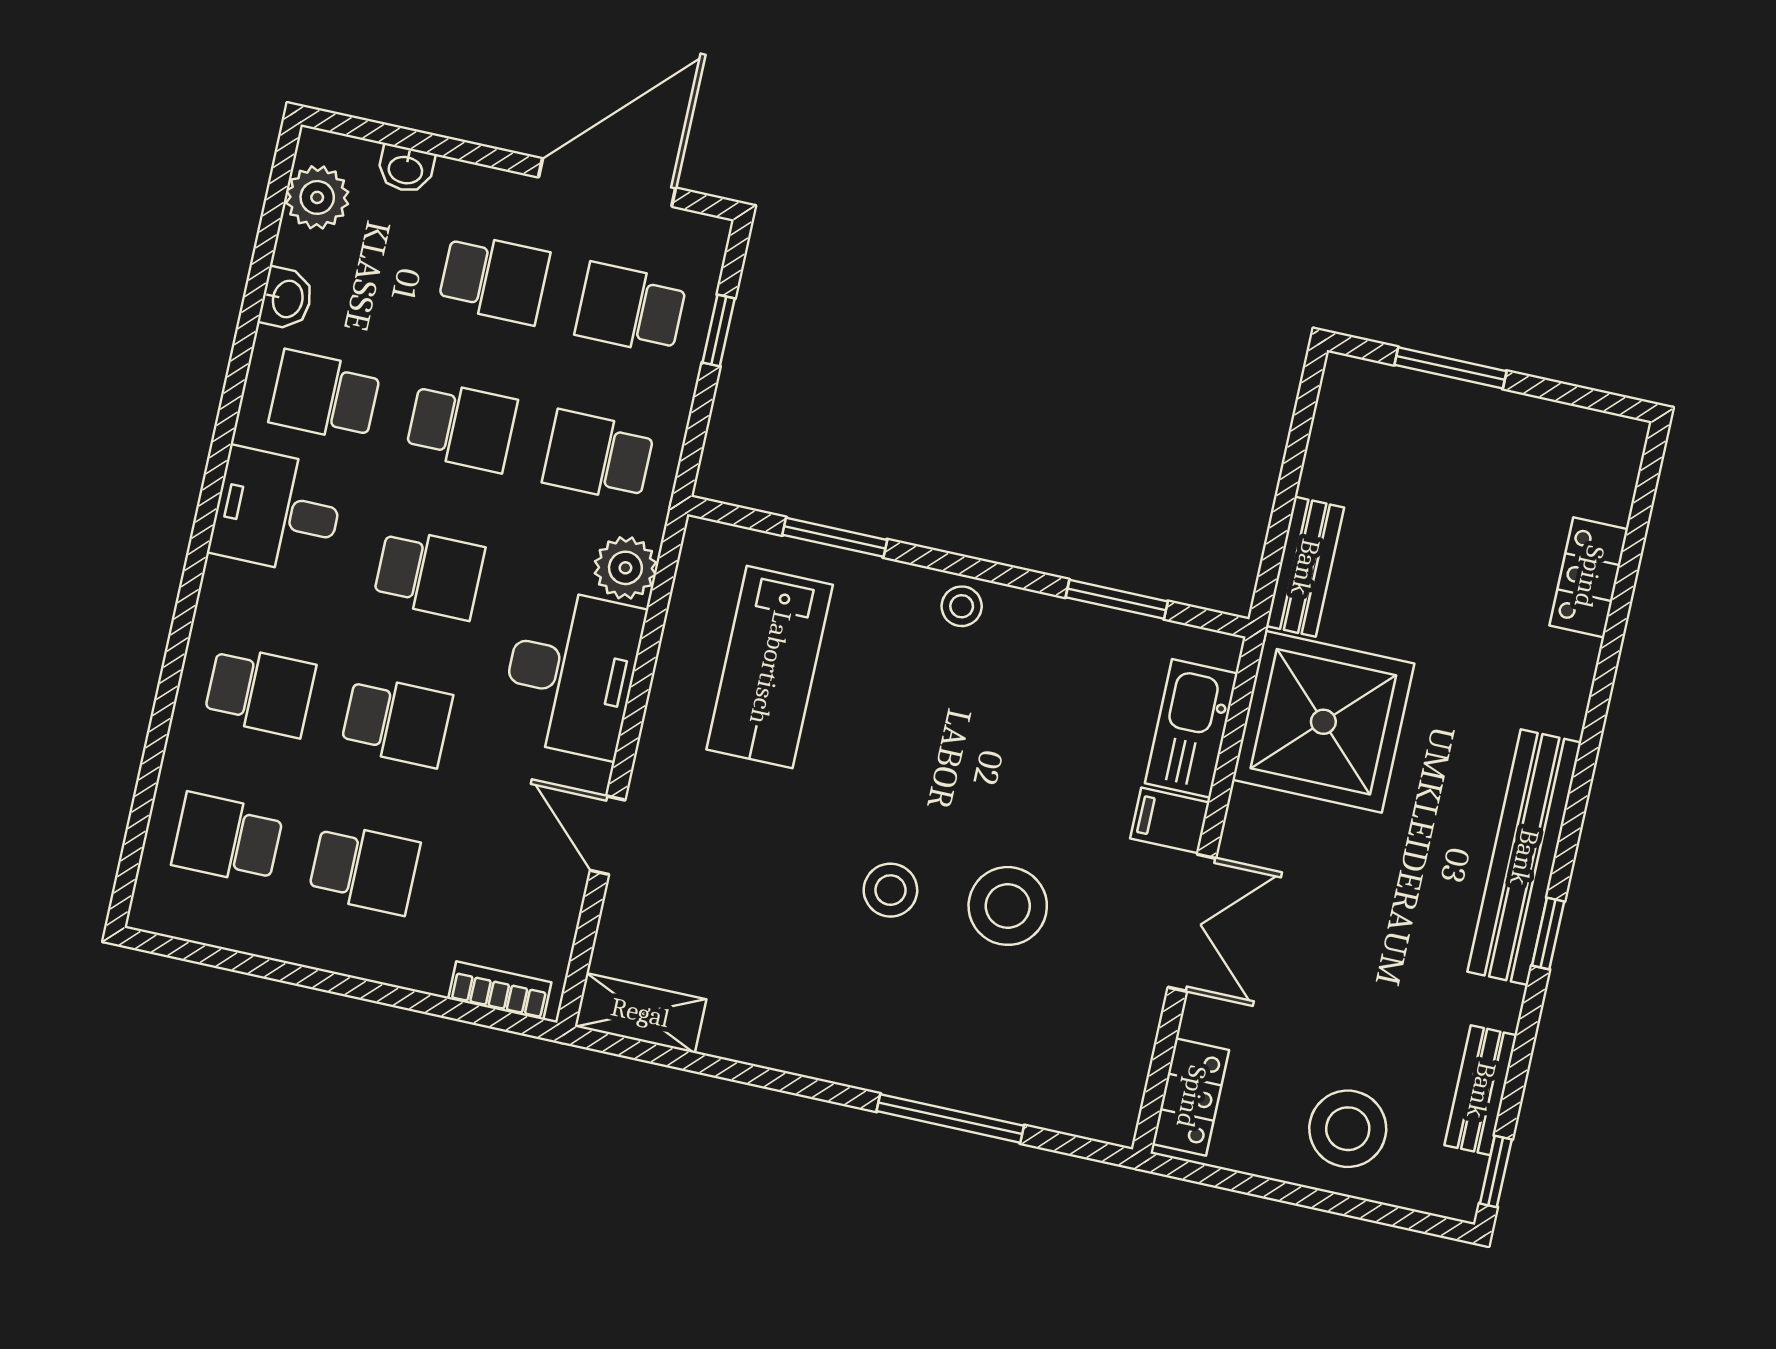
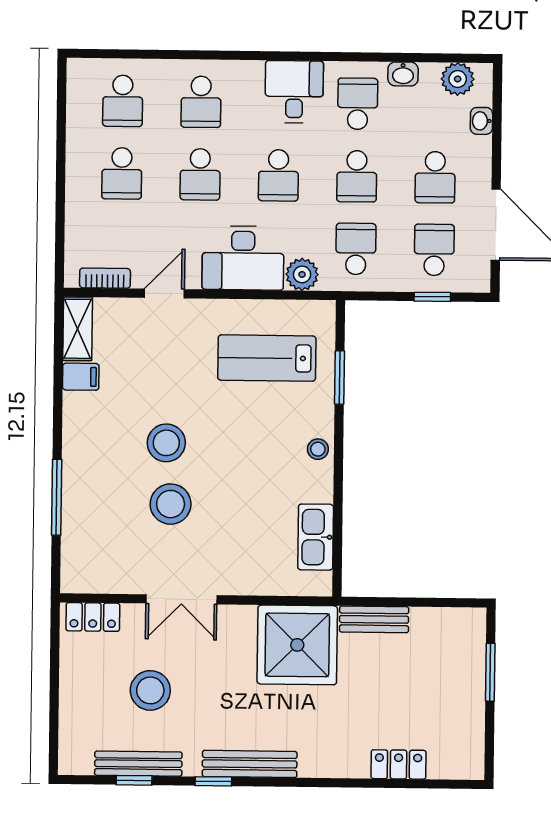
window: (1117, 599) -> (338, 527), removed
kitchen sink: (1191, 728) -> (316, 537), moved, turned -90
filing cabinet: (1170, 820) -> (81, 377), moved, turned 90
school desk: (227, 839) -> (123, 101), turned 180
bench: (1524, 857) -> (250, 764), width x0.73, depth x0.82
stool: (890, 890) -> (166, 443), width x1.38, depth x1.38
bookcase: (500, 991) -> (105, 278), moved, turned -90
bench: (1481, 1090) -> (138, 764), width x1.36
stool: (1348, 1129) -> (150, 690), moved
window: (1496, 1172) -> (134, 780), moved

